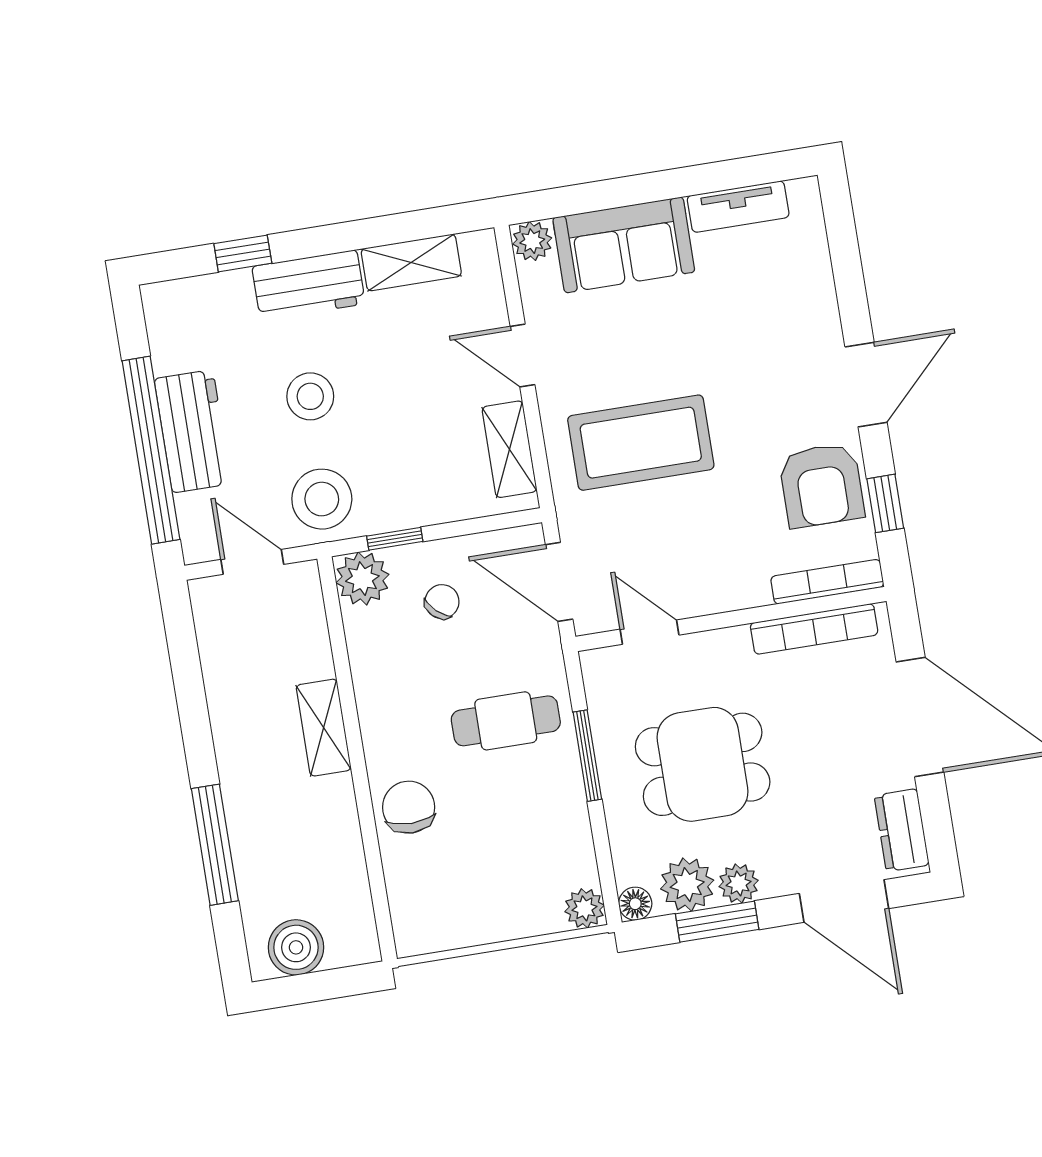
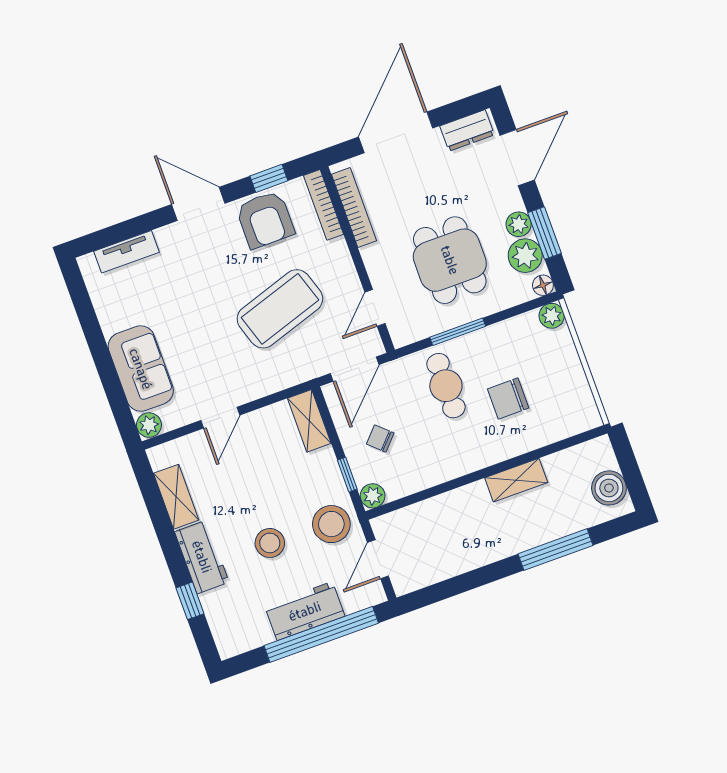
tv unit: (738, 207) -> (127, 252), moved, turned 90
coffee table: (641, 443) -> (280, 309), moved, turned 72
shelving: (509, 449) -> (309, 421), moved, turned 90
armchair: (822, 485) -> (265, 220), turned 90
plant: (362, 579) -> (373, 496), width x0.73, depth x0.73
shelving: (324, 728) -> (516, 480), moved
chair: (409, 807) -> (508, 398), moved

